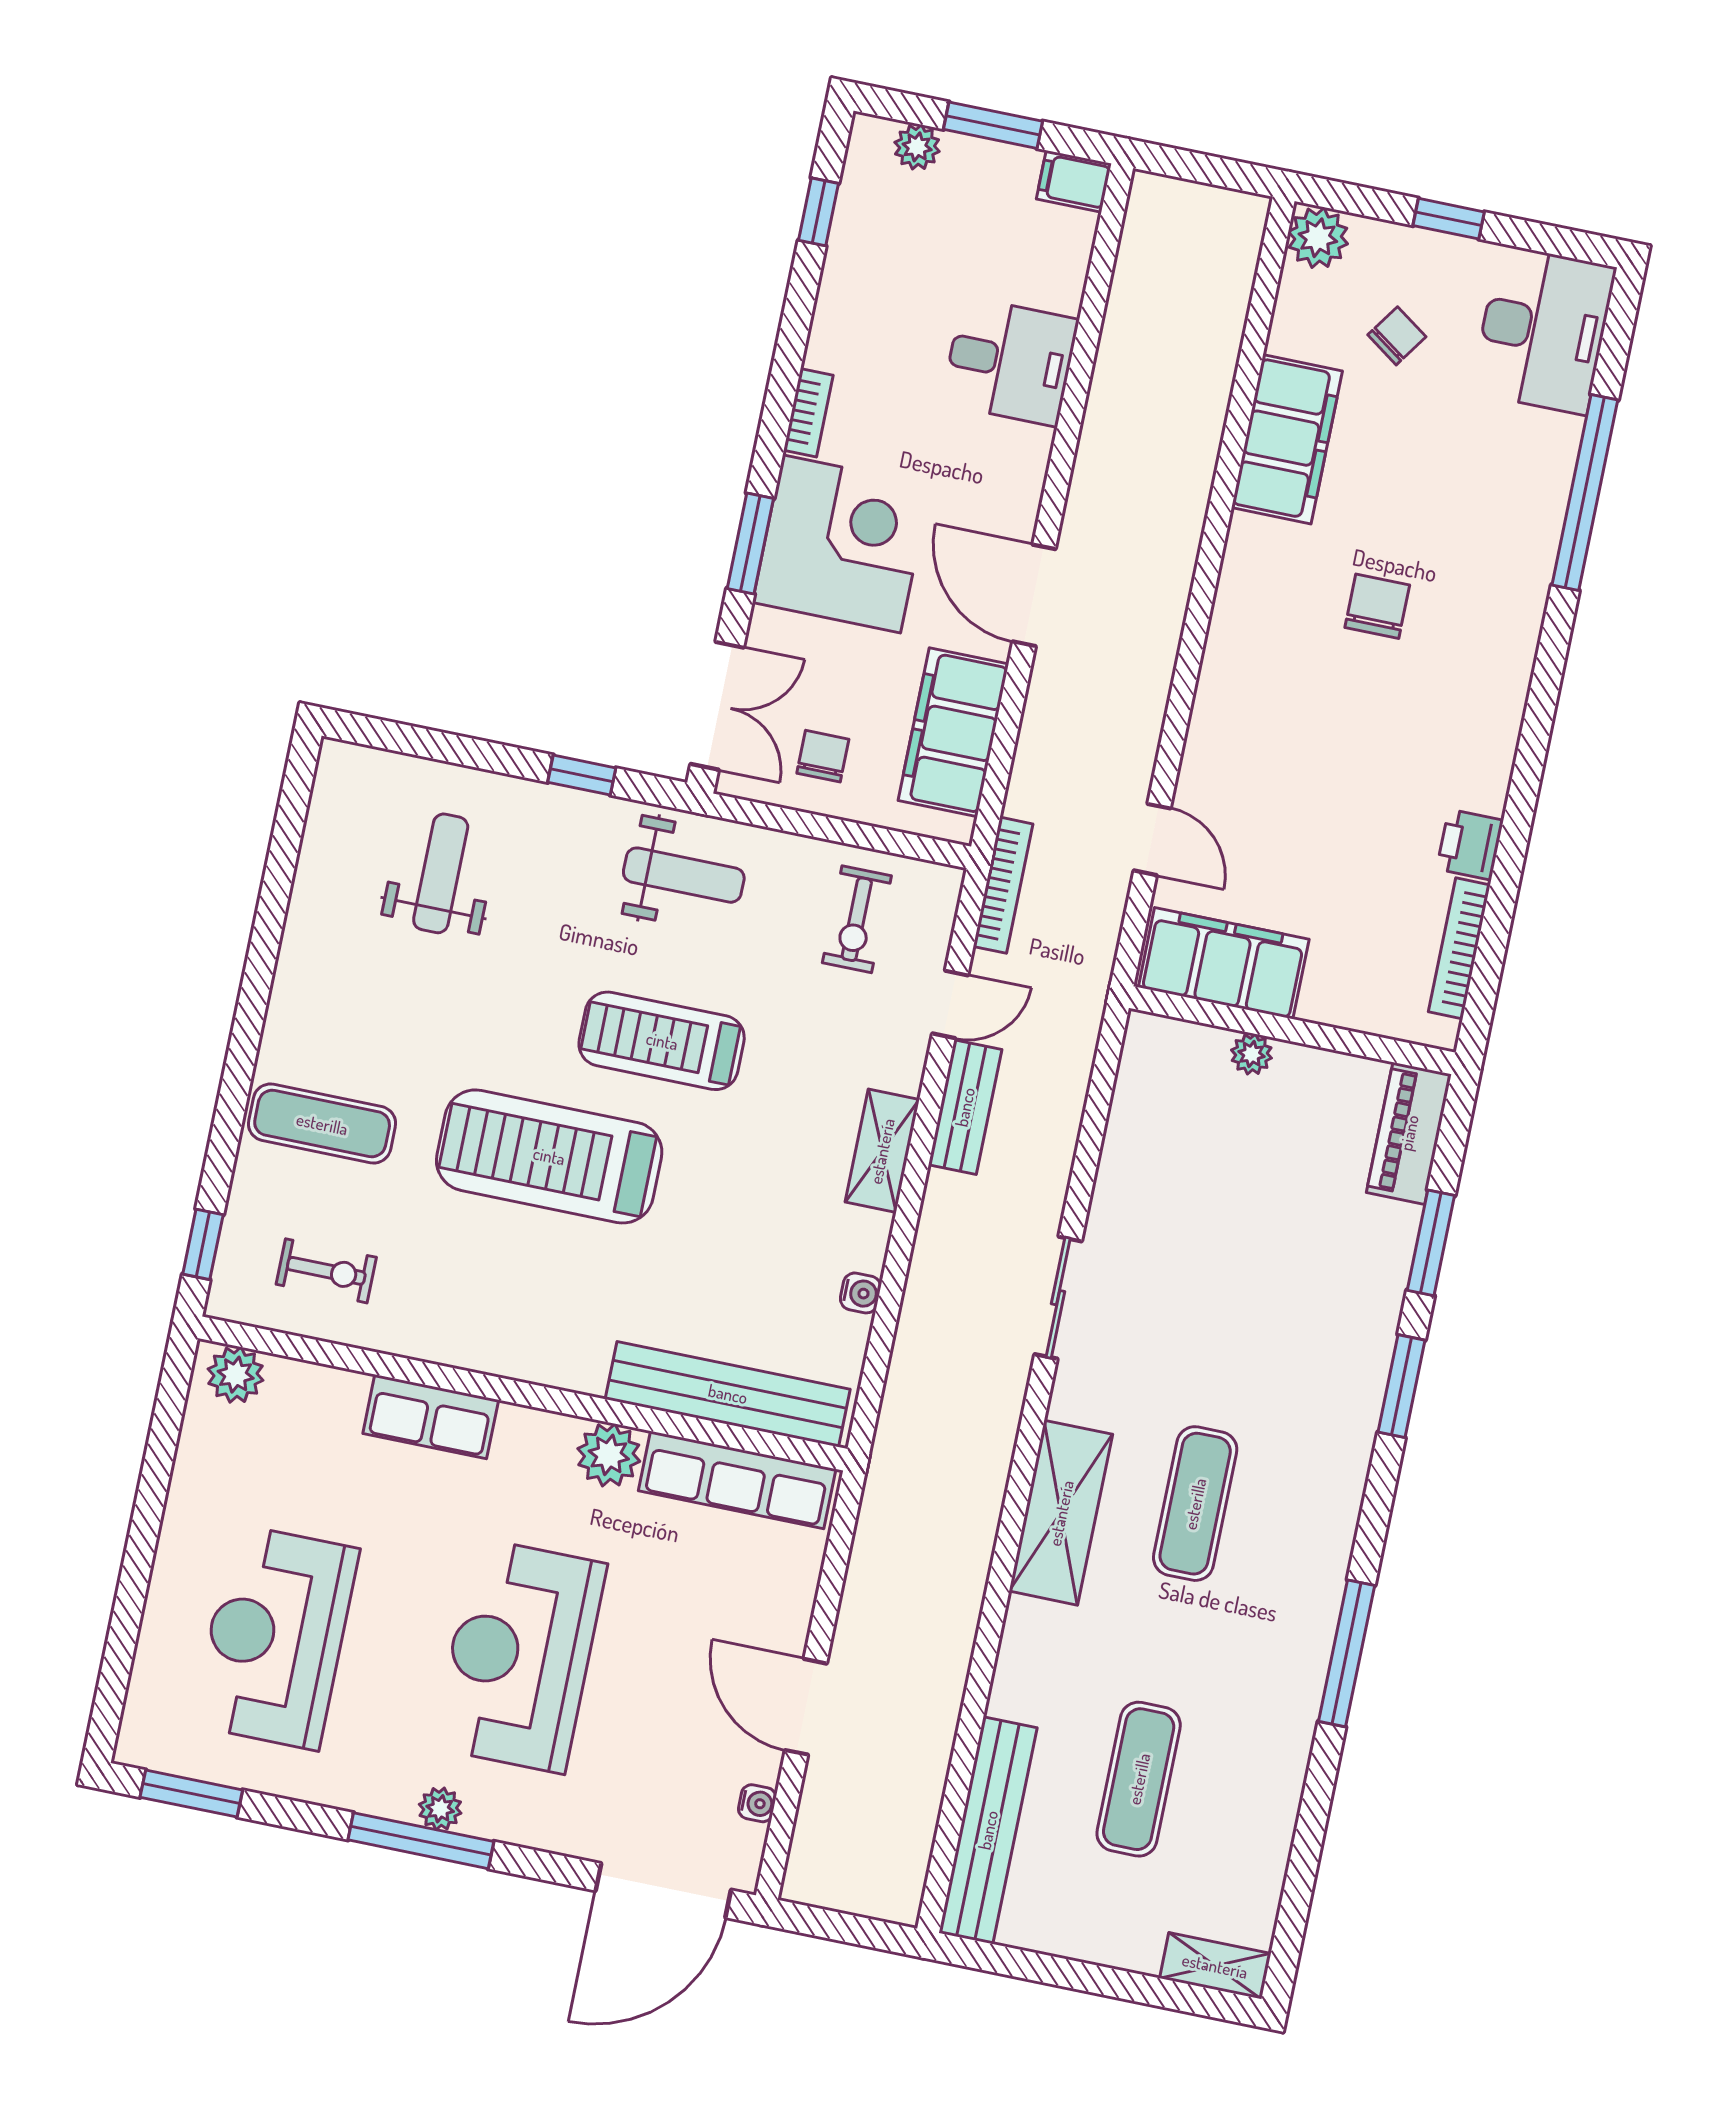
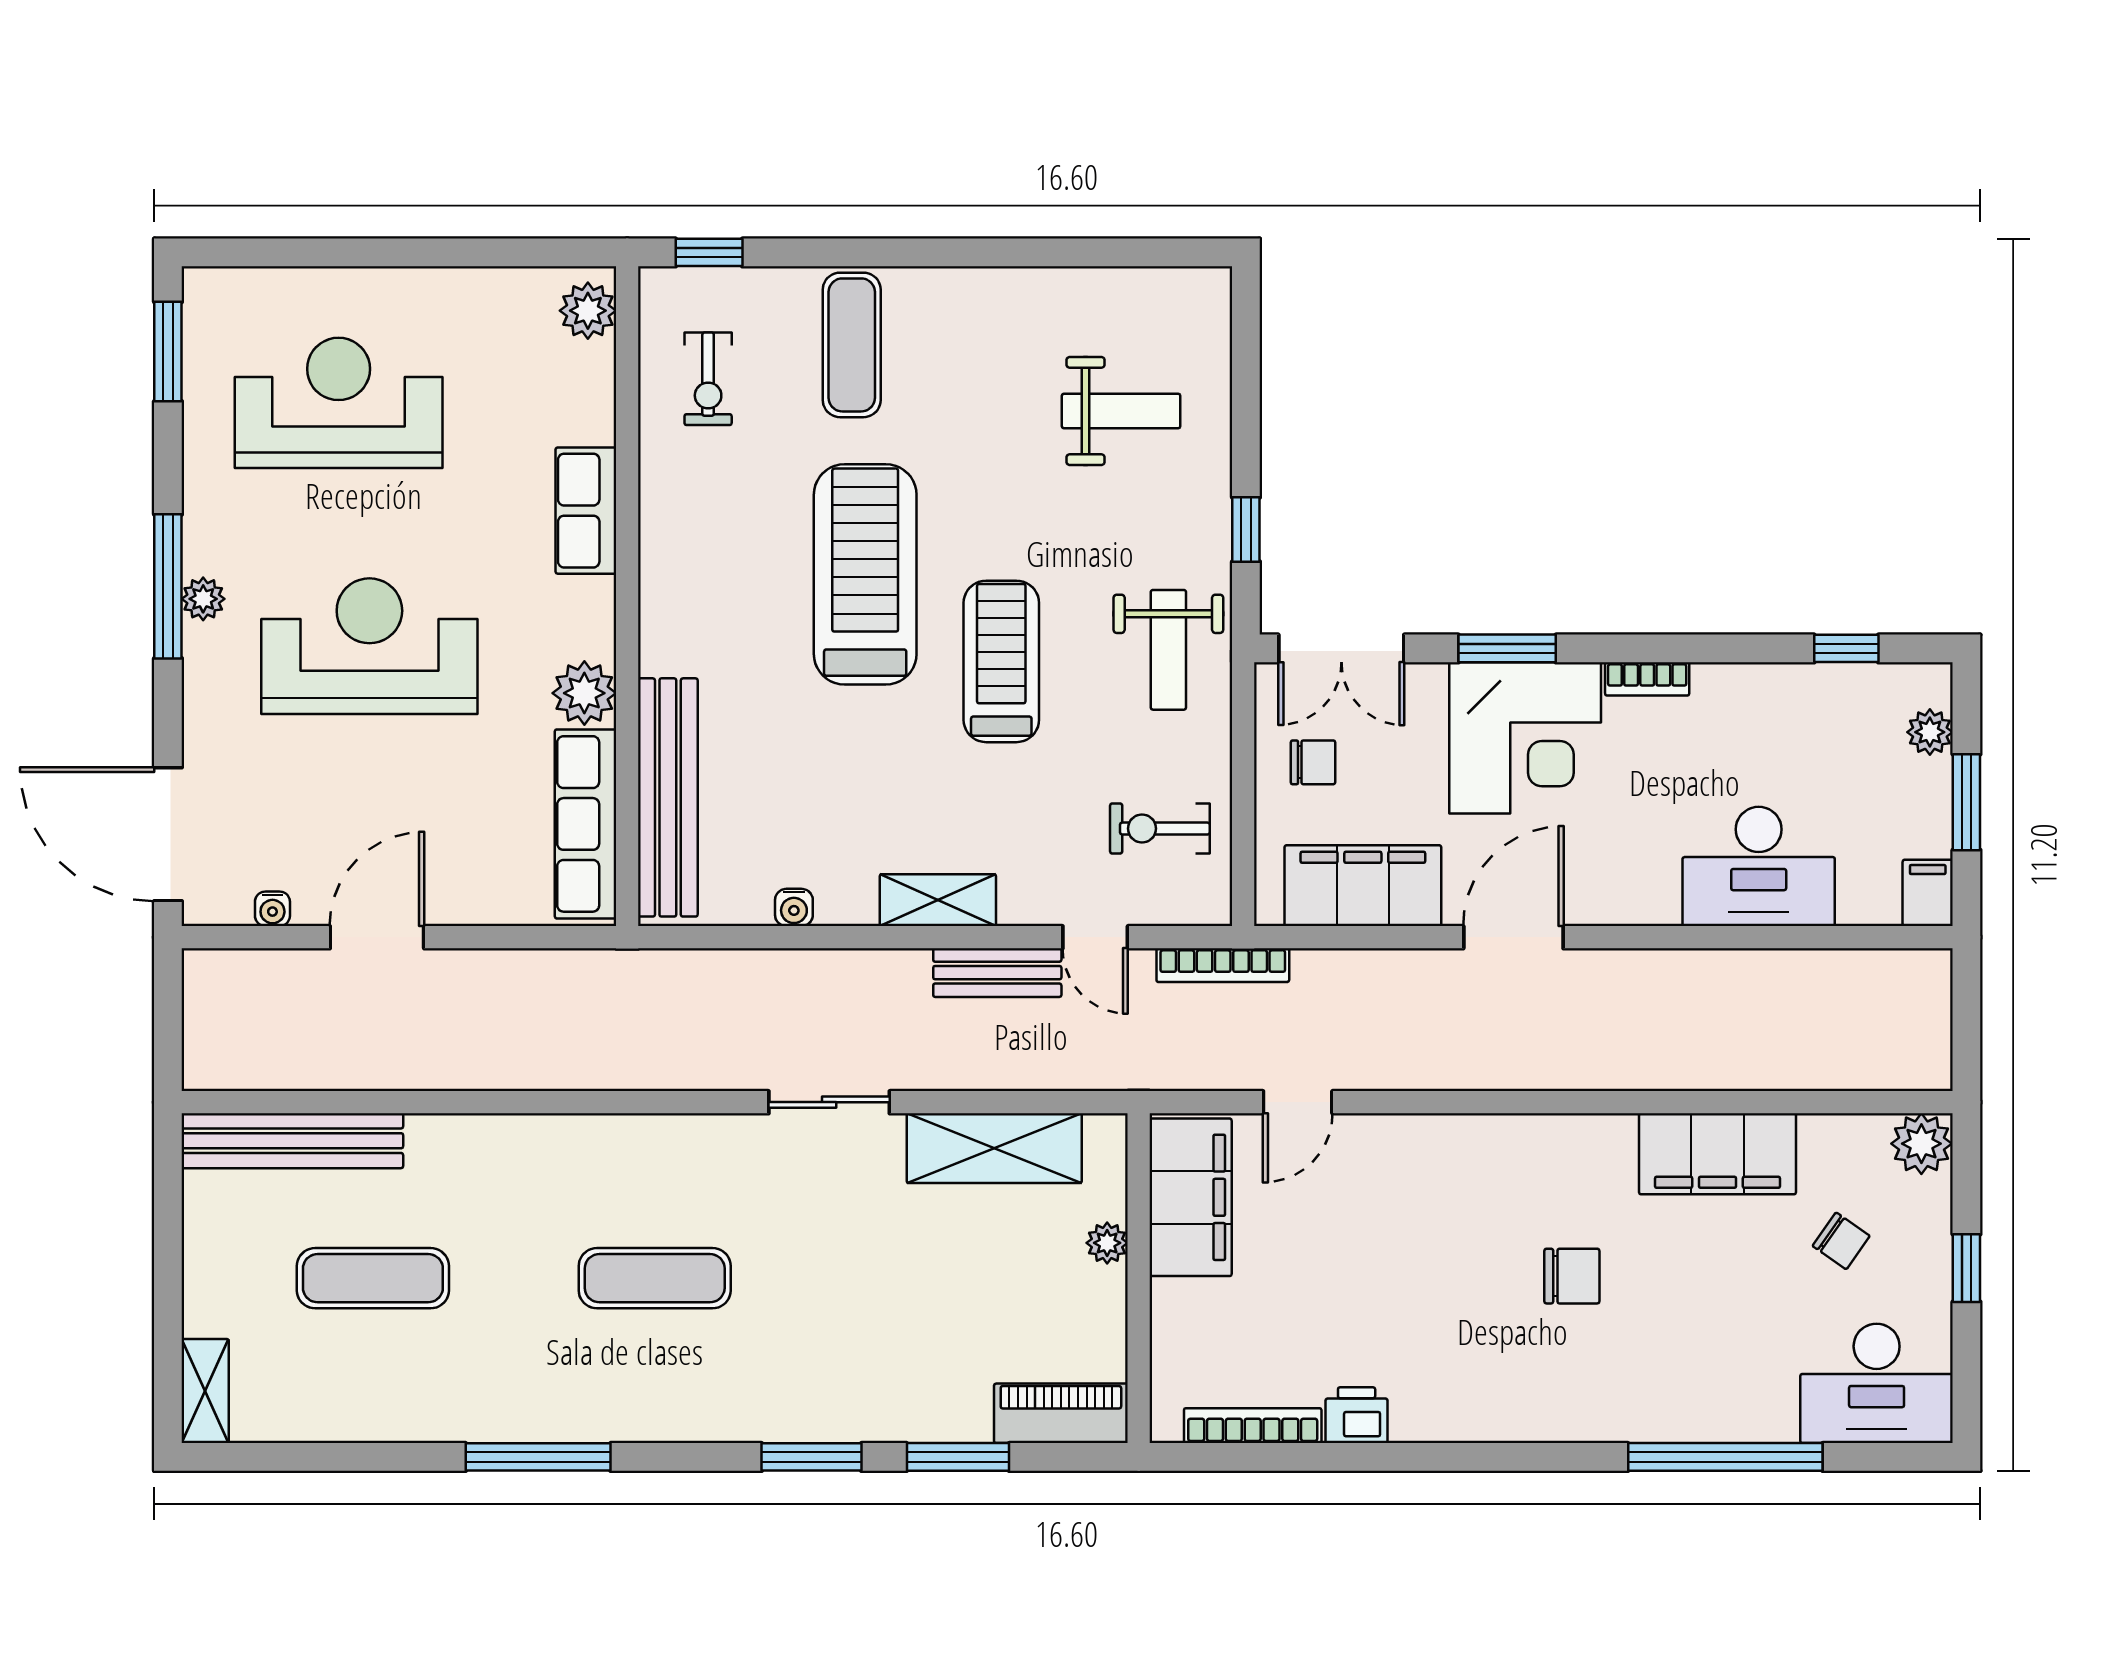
desk: (1010, 361) -> (1759, 866), width x1.37
shelving: (1061, 1513) -> (994, 1148), moved

